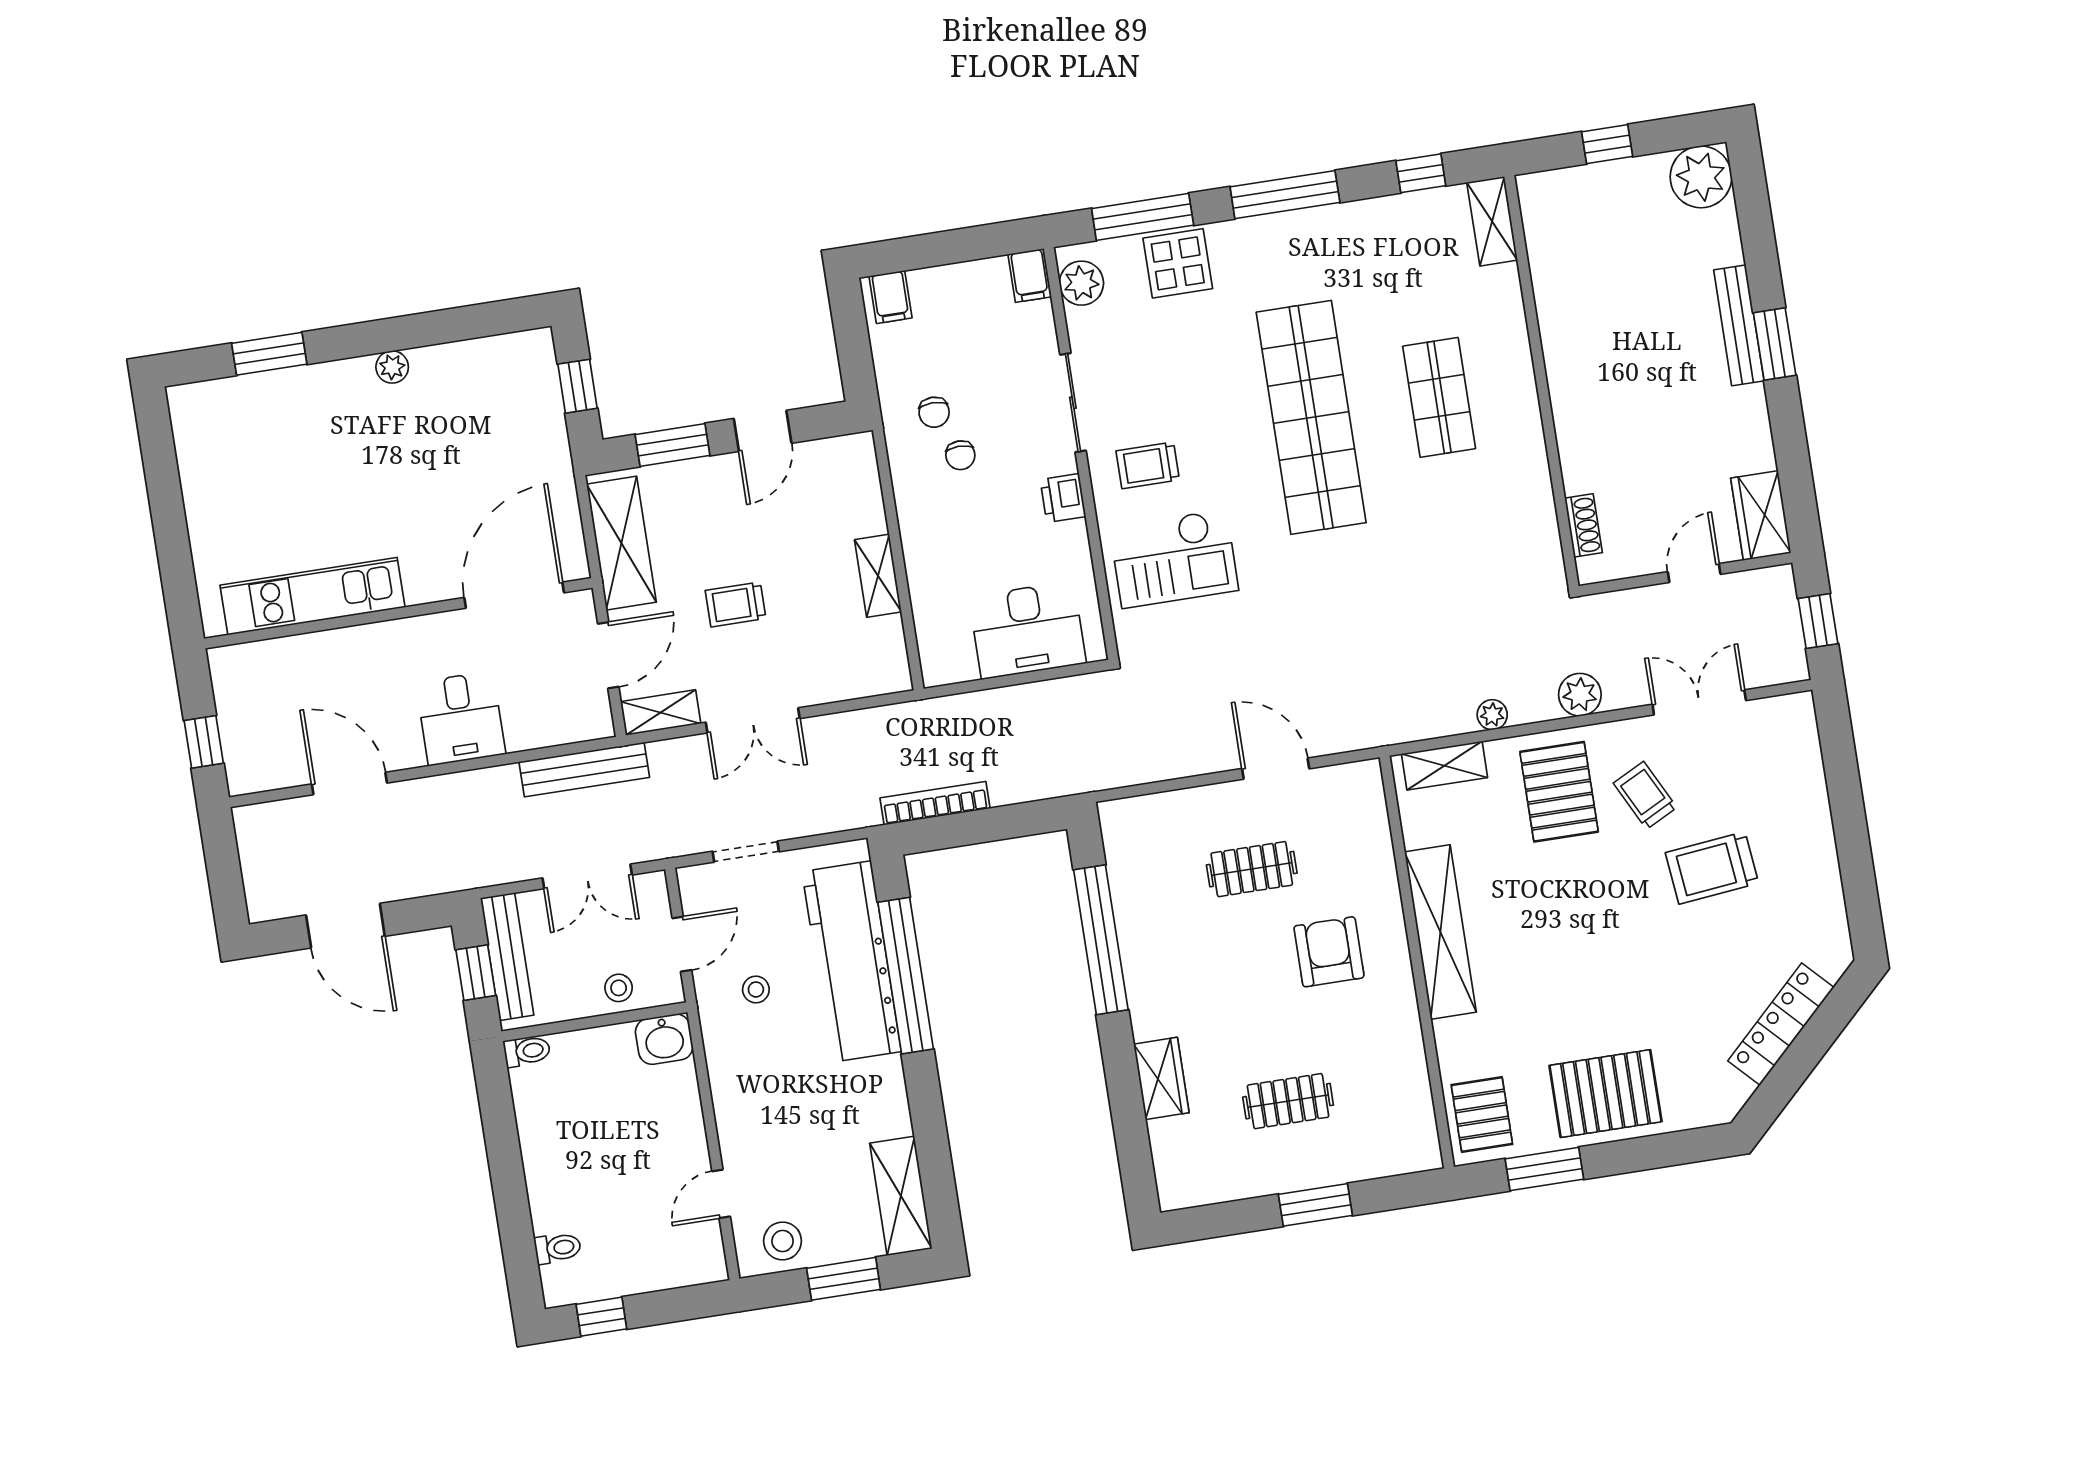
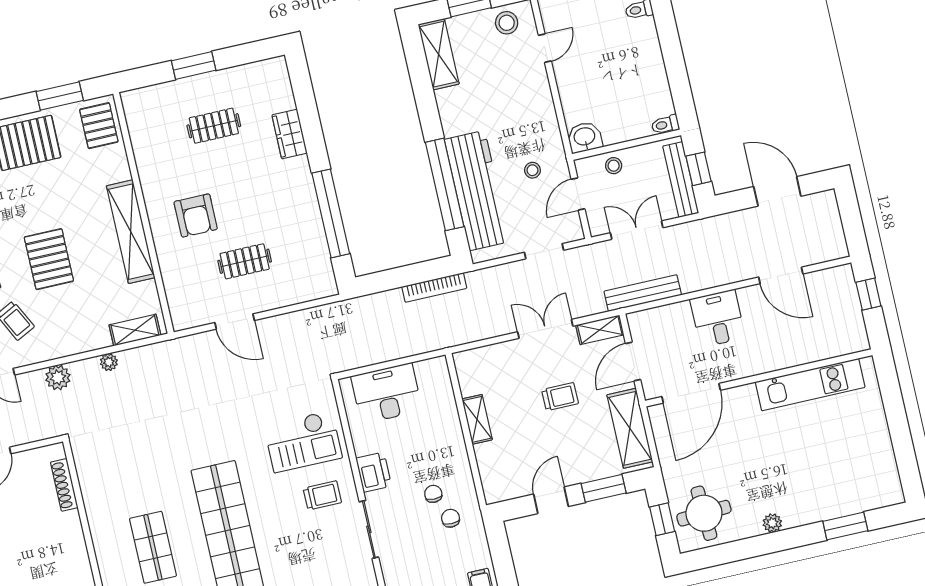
round table: (506, 391) -> (704, 513), added
printer: (1063, 498) -> (374, 472), width x1.36, depth x1.24
shoe rack: (1583, 525) -> (64, 485), width x1.43
checkout: (1174, 558) -> (303, 441), turned 180
pallet: (1559, 792) -> (49, 259), moved

